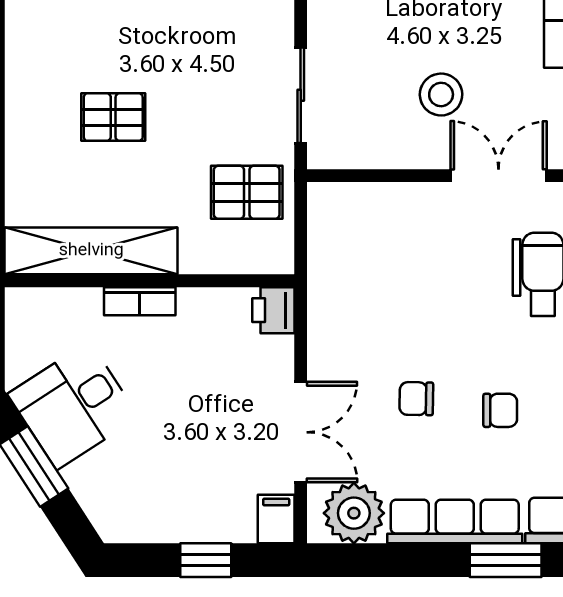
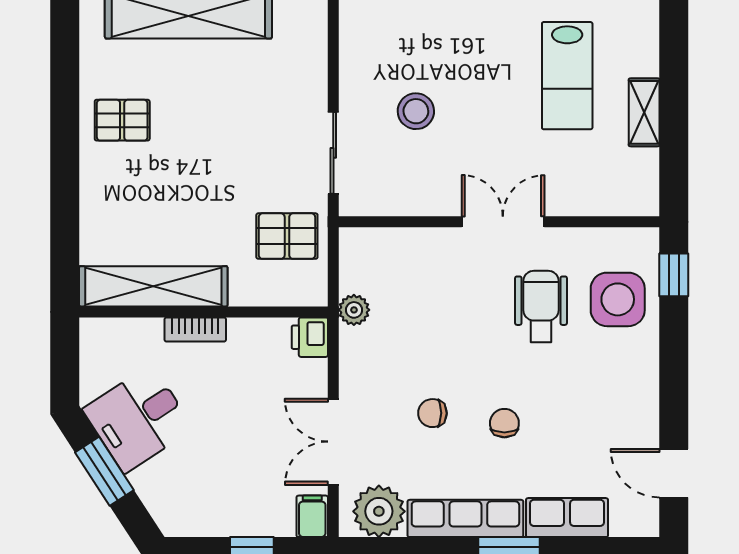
stool: (441, 95) -> (416, 111), moved
pallet: (113, 117) -> (122, 120), moved
plant: (325, 278) -> (354, 310), added
chair: (500, 410) -> (504, 423), turned -90
double door: (301, 432) -> (333, 442), swing flipped

